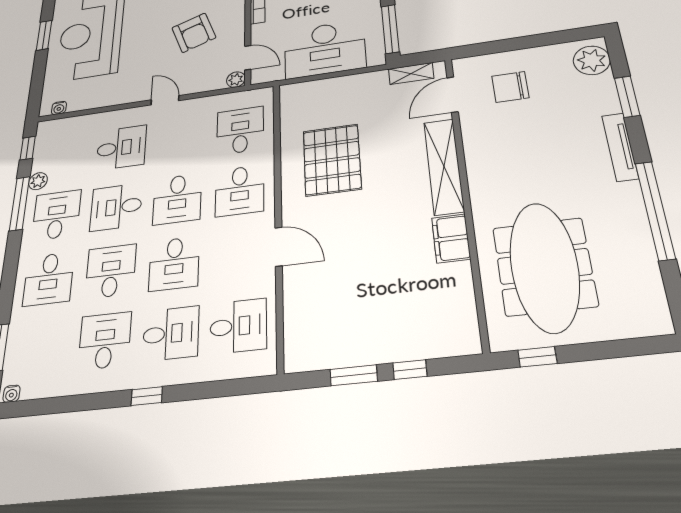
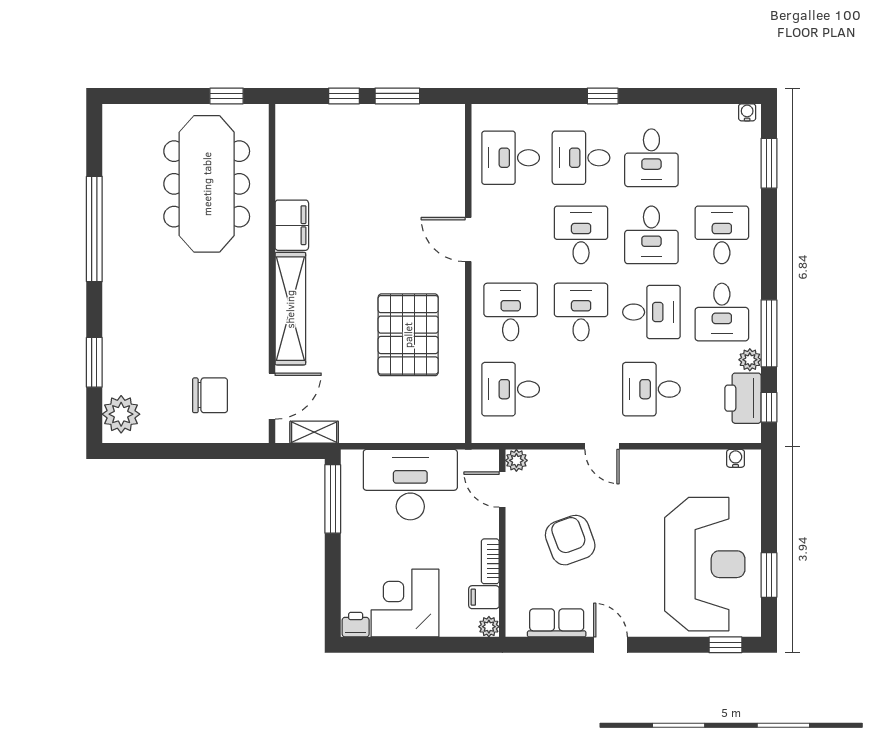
desk: (240, 130) -> (511, 389), turned 90
tv unit: (620, 147) -> (113, 304), removed
printer: (47, 152) -> (743, 398), added

